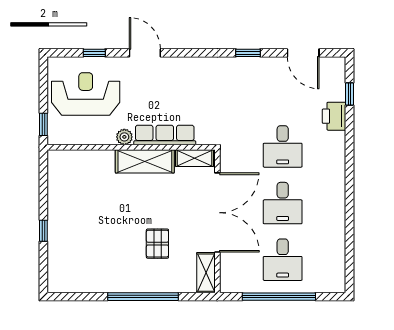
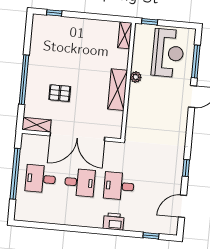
window: (94, 53) -> (196, 62), width x2.17
printer: (334, 116) -> (114, 221), moved
row of seats: (165, 135) -> (134, 105), removed
shelving: (194, 158) -> (125, 35), moved
desk: (283, 203) -> (80, 182), turned 180
window: (43, 231) -> (54, 13), moved

